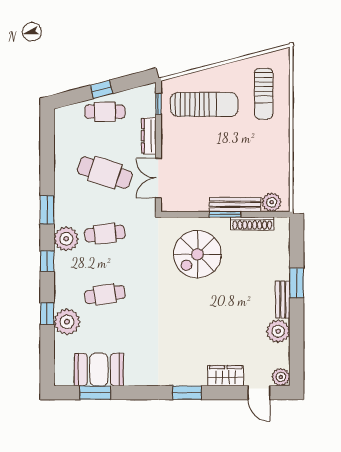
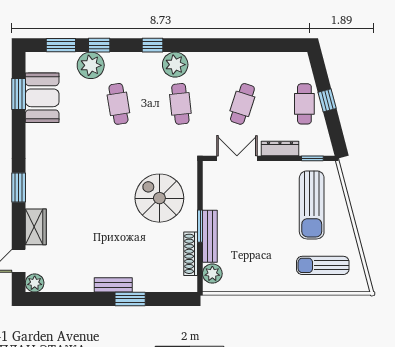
cafe table: (105, 173) -> (242, 104), width x0.73, depth x0.74
window: (47, 210) -> (61, 45), moved
plant: (278, 331) -> (81, 280), removed

